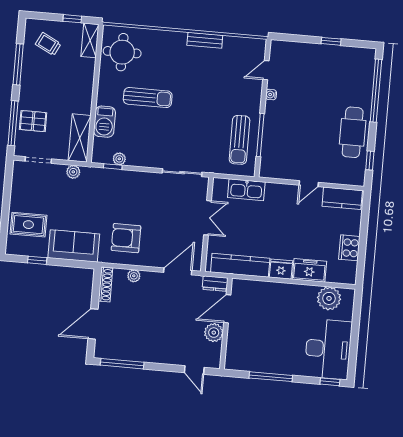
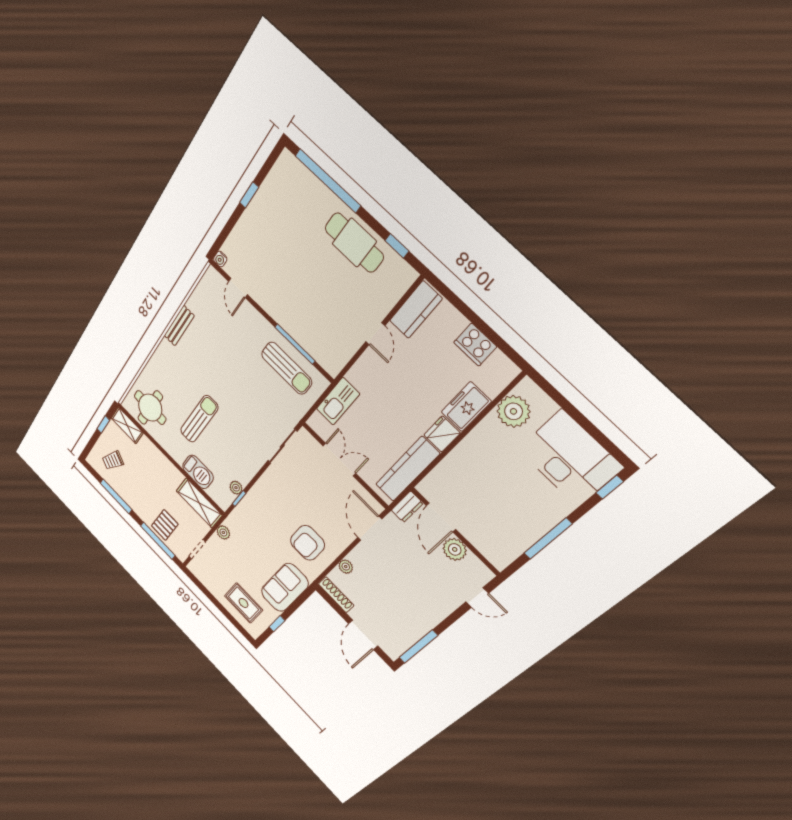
water cooler: (271, 95) -> (220, 259), moved
rug: (28, 225) -> (243, 603), turned 90

